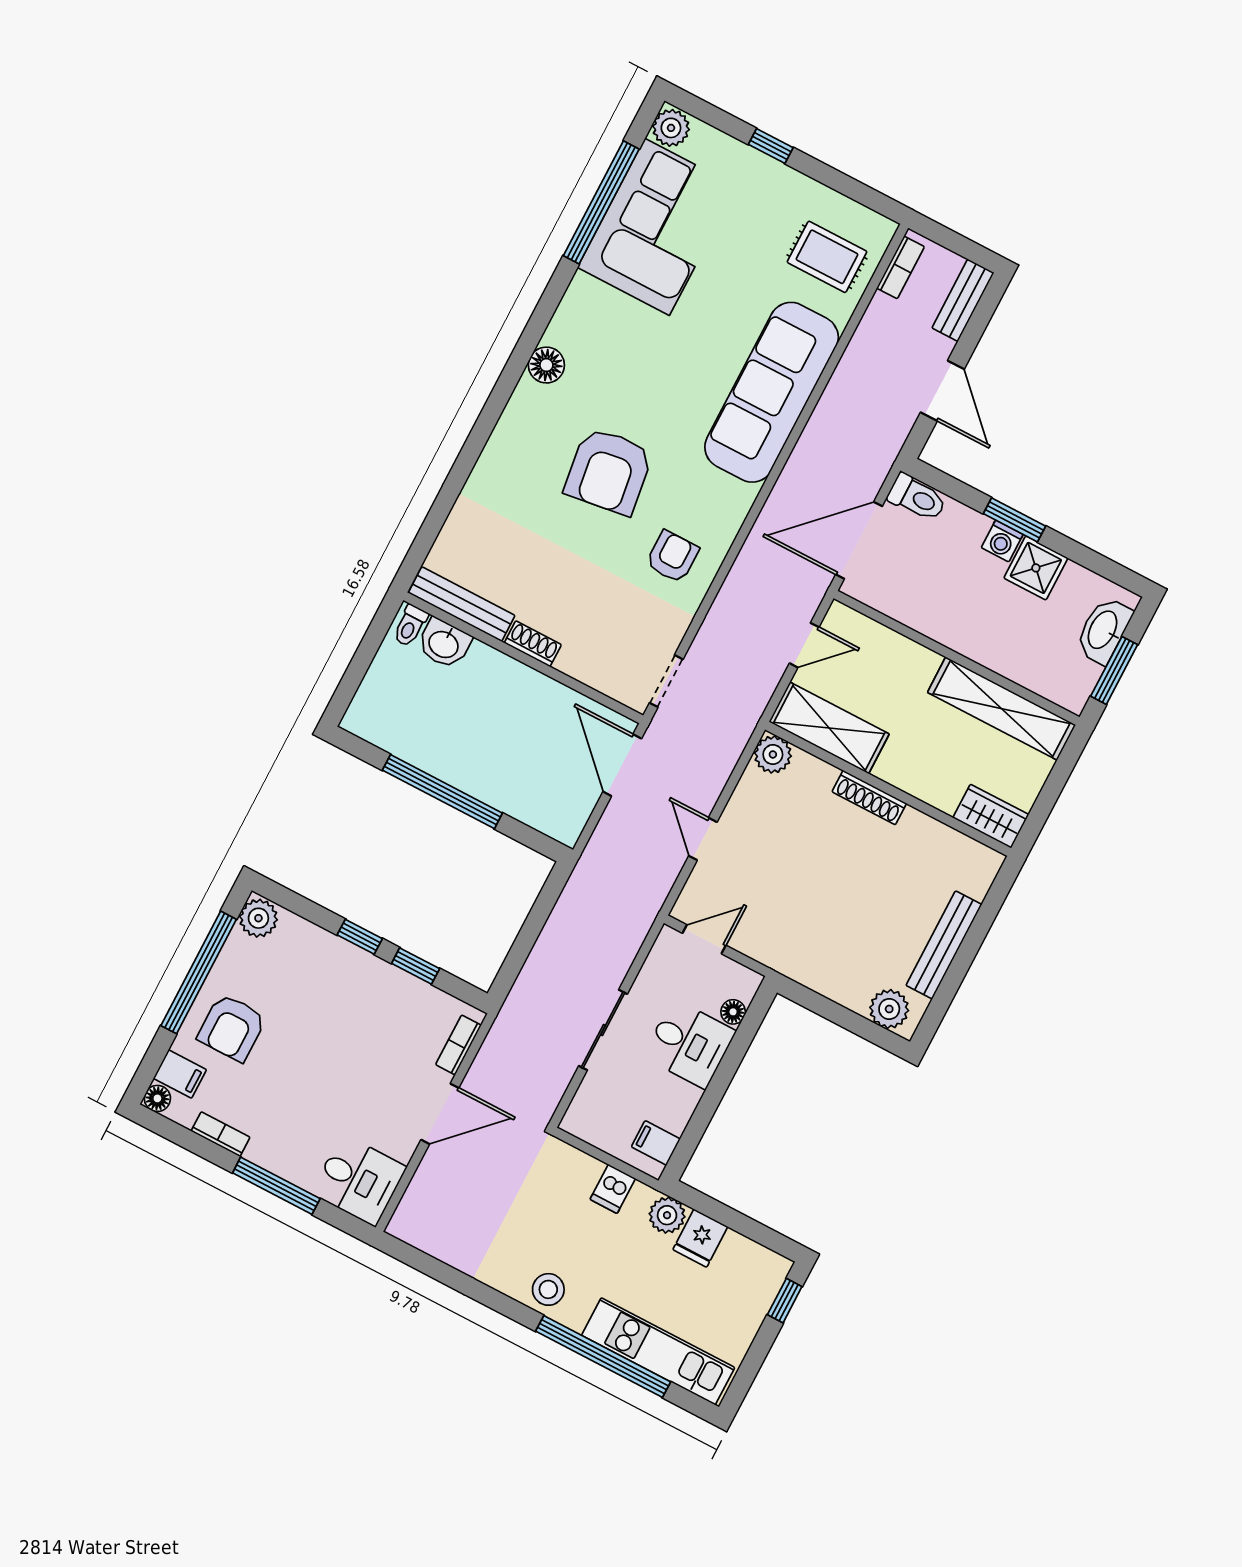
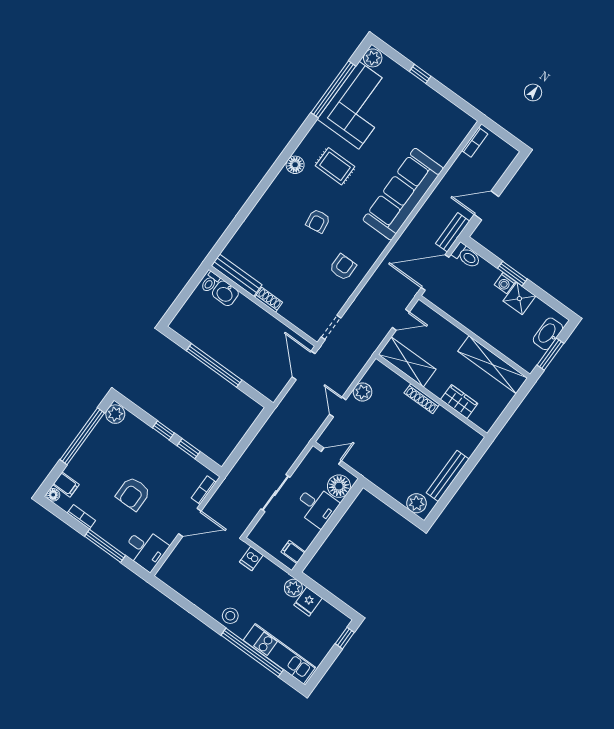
rug: (827, 257) -> (335, 166), moved
bench: (963, 300) -> (453, 232), moved
door: (942, 391) -> (486, 205), swing flipped
armchair: (609, 471) -> (318, 221), width x0.53, depth x0.53
plant: (773, 754) -> (363, 392), moved
wardrobe: (991, 816) -> (459, 402), moved
floor lamp: (733, 1012) -> (339, 486), width x1.89, depth x1.89
armchair: (232, 1028) -> (133, 494), moved
dishwasher: (613, 1189) -> (251, 559), moved

